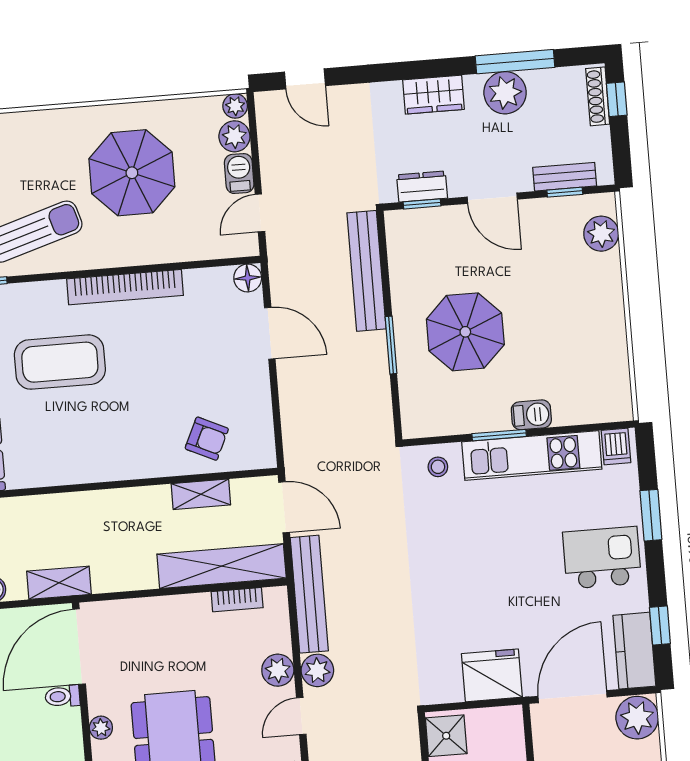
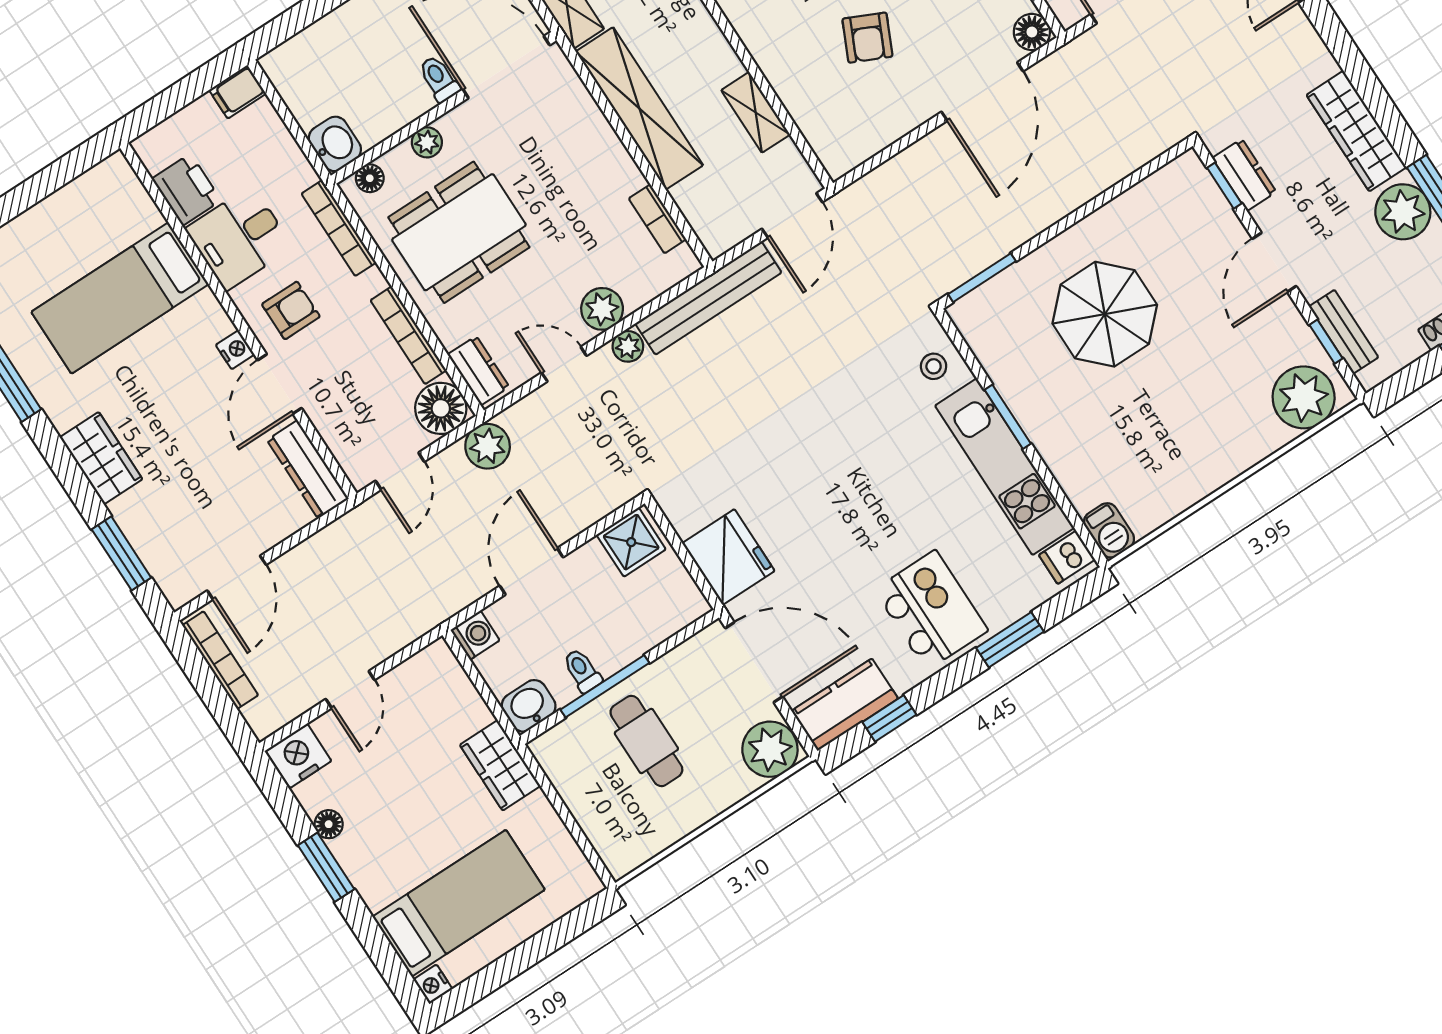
wardrobe: (433, 95) -> (1356, 131), width x1.50
plant: (601, 234) -> (1304, 397), width x1.36, depth x1.36
bench: (366, 271) -> (1113, 163), removed
door: (270, 333) -> (982, 92), width x1.36
window: (391, 345) -> (982, 278), moved
barbecue: (531, 415) -> (1109, 530), moved
armchair: (207, 439) -> (867, 38), moved
shelving: (222, 566) -> (639, 108), moved
plant: (317, 670) -> (628, 346), width x0.73, depth x0.73

